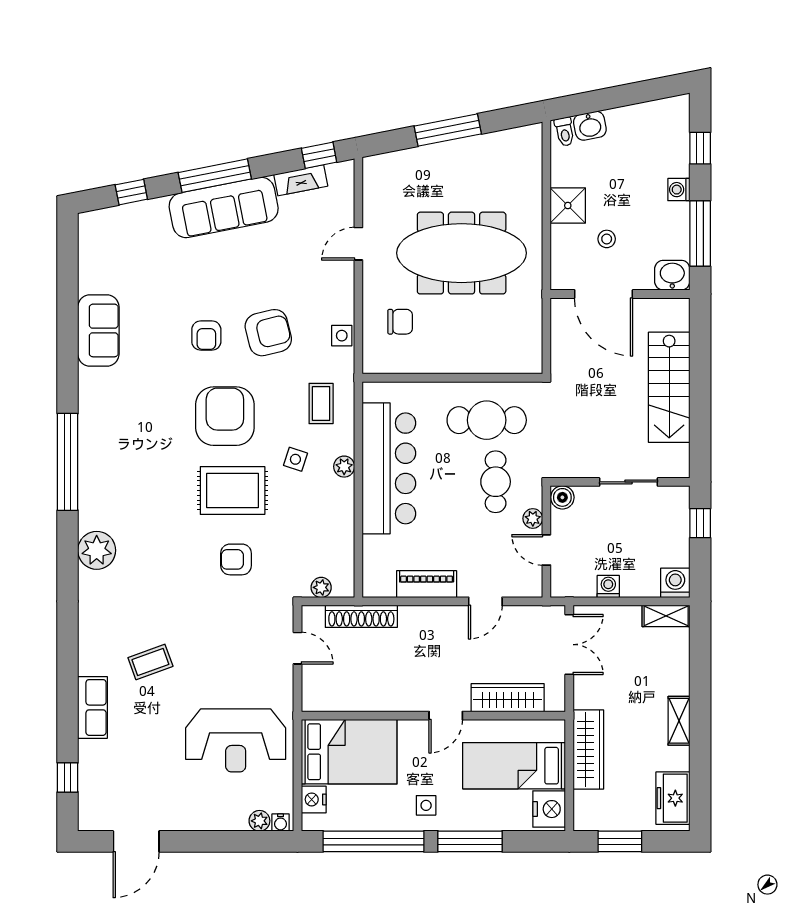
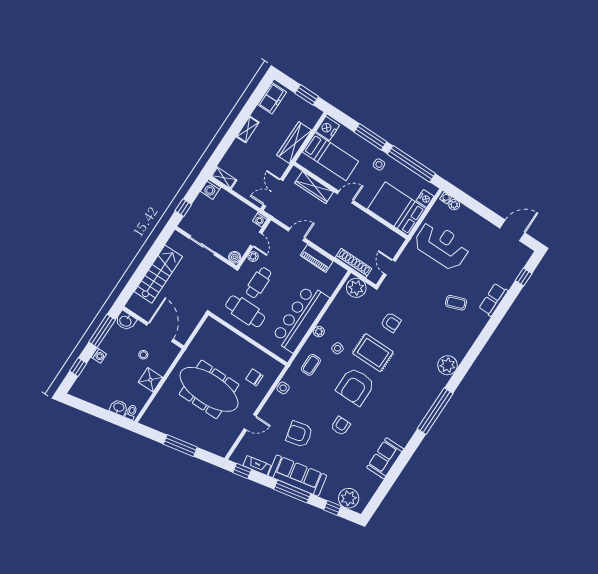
plant: (115, 226) -> (349, 498), added
armchair: (268, 333) -> (299, 434), moved
washing machine: (608, 586) -> (260, 220), moved
plant: (321, 587) -> (356, 288), width x1.88, depth x1.88

